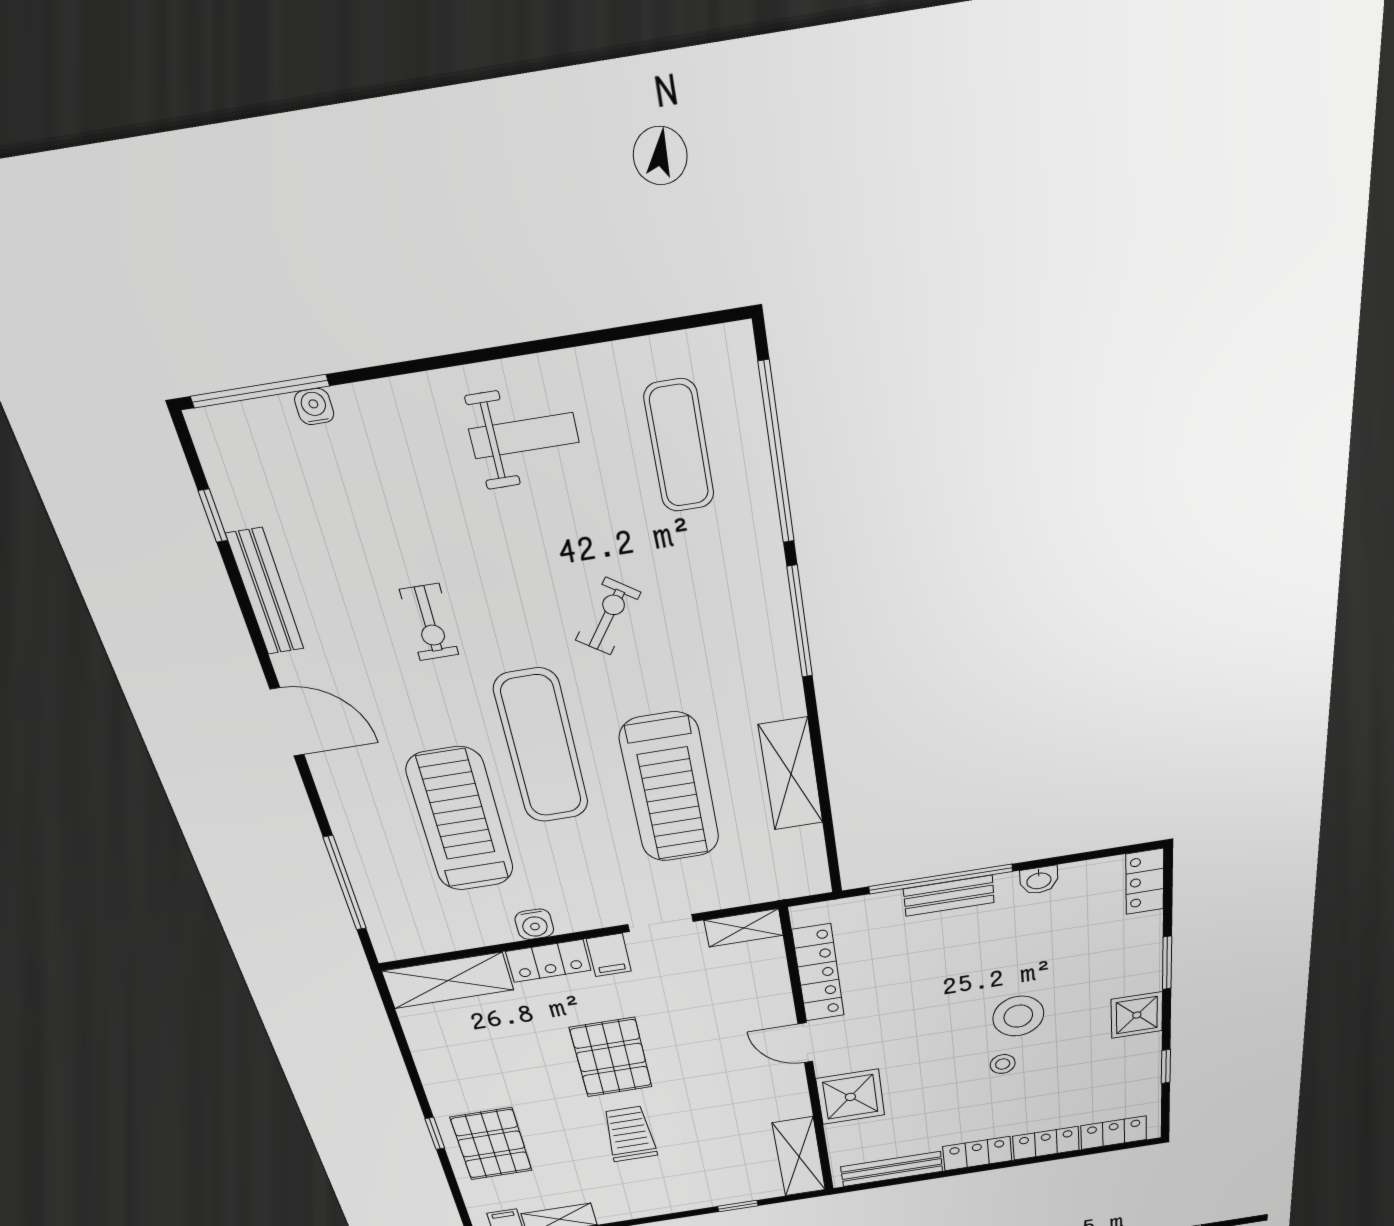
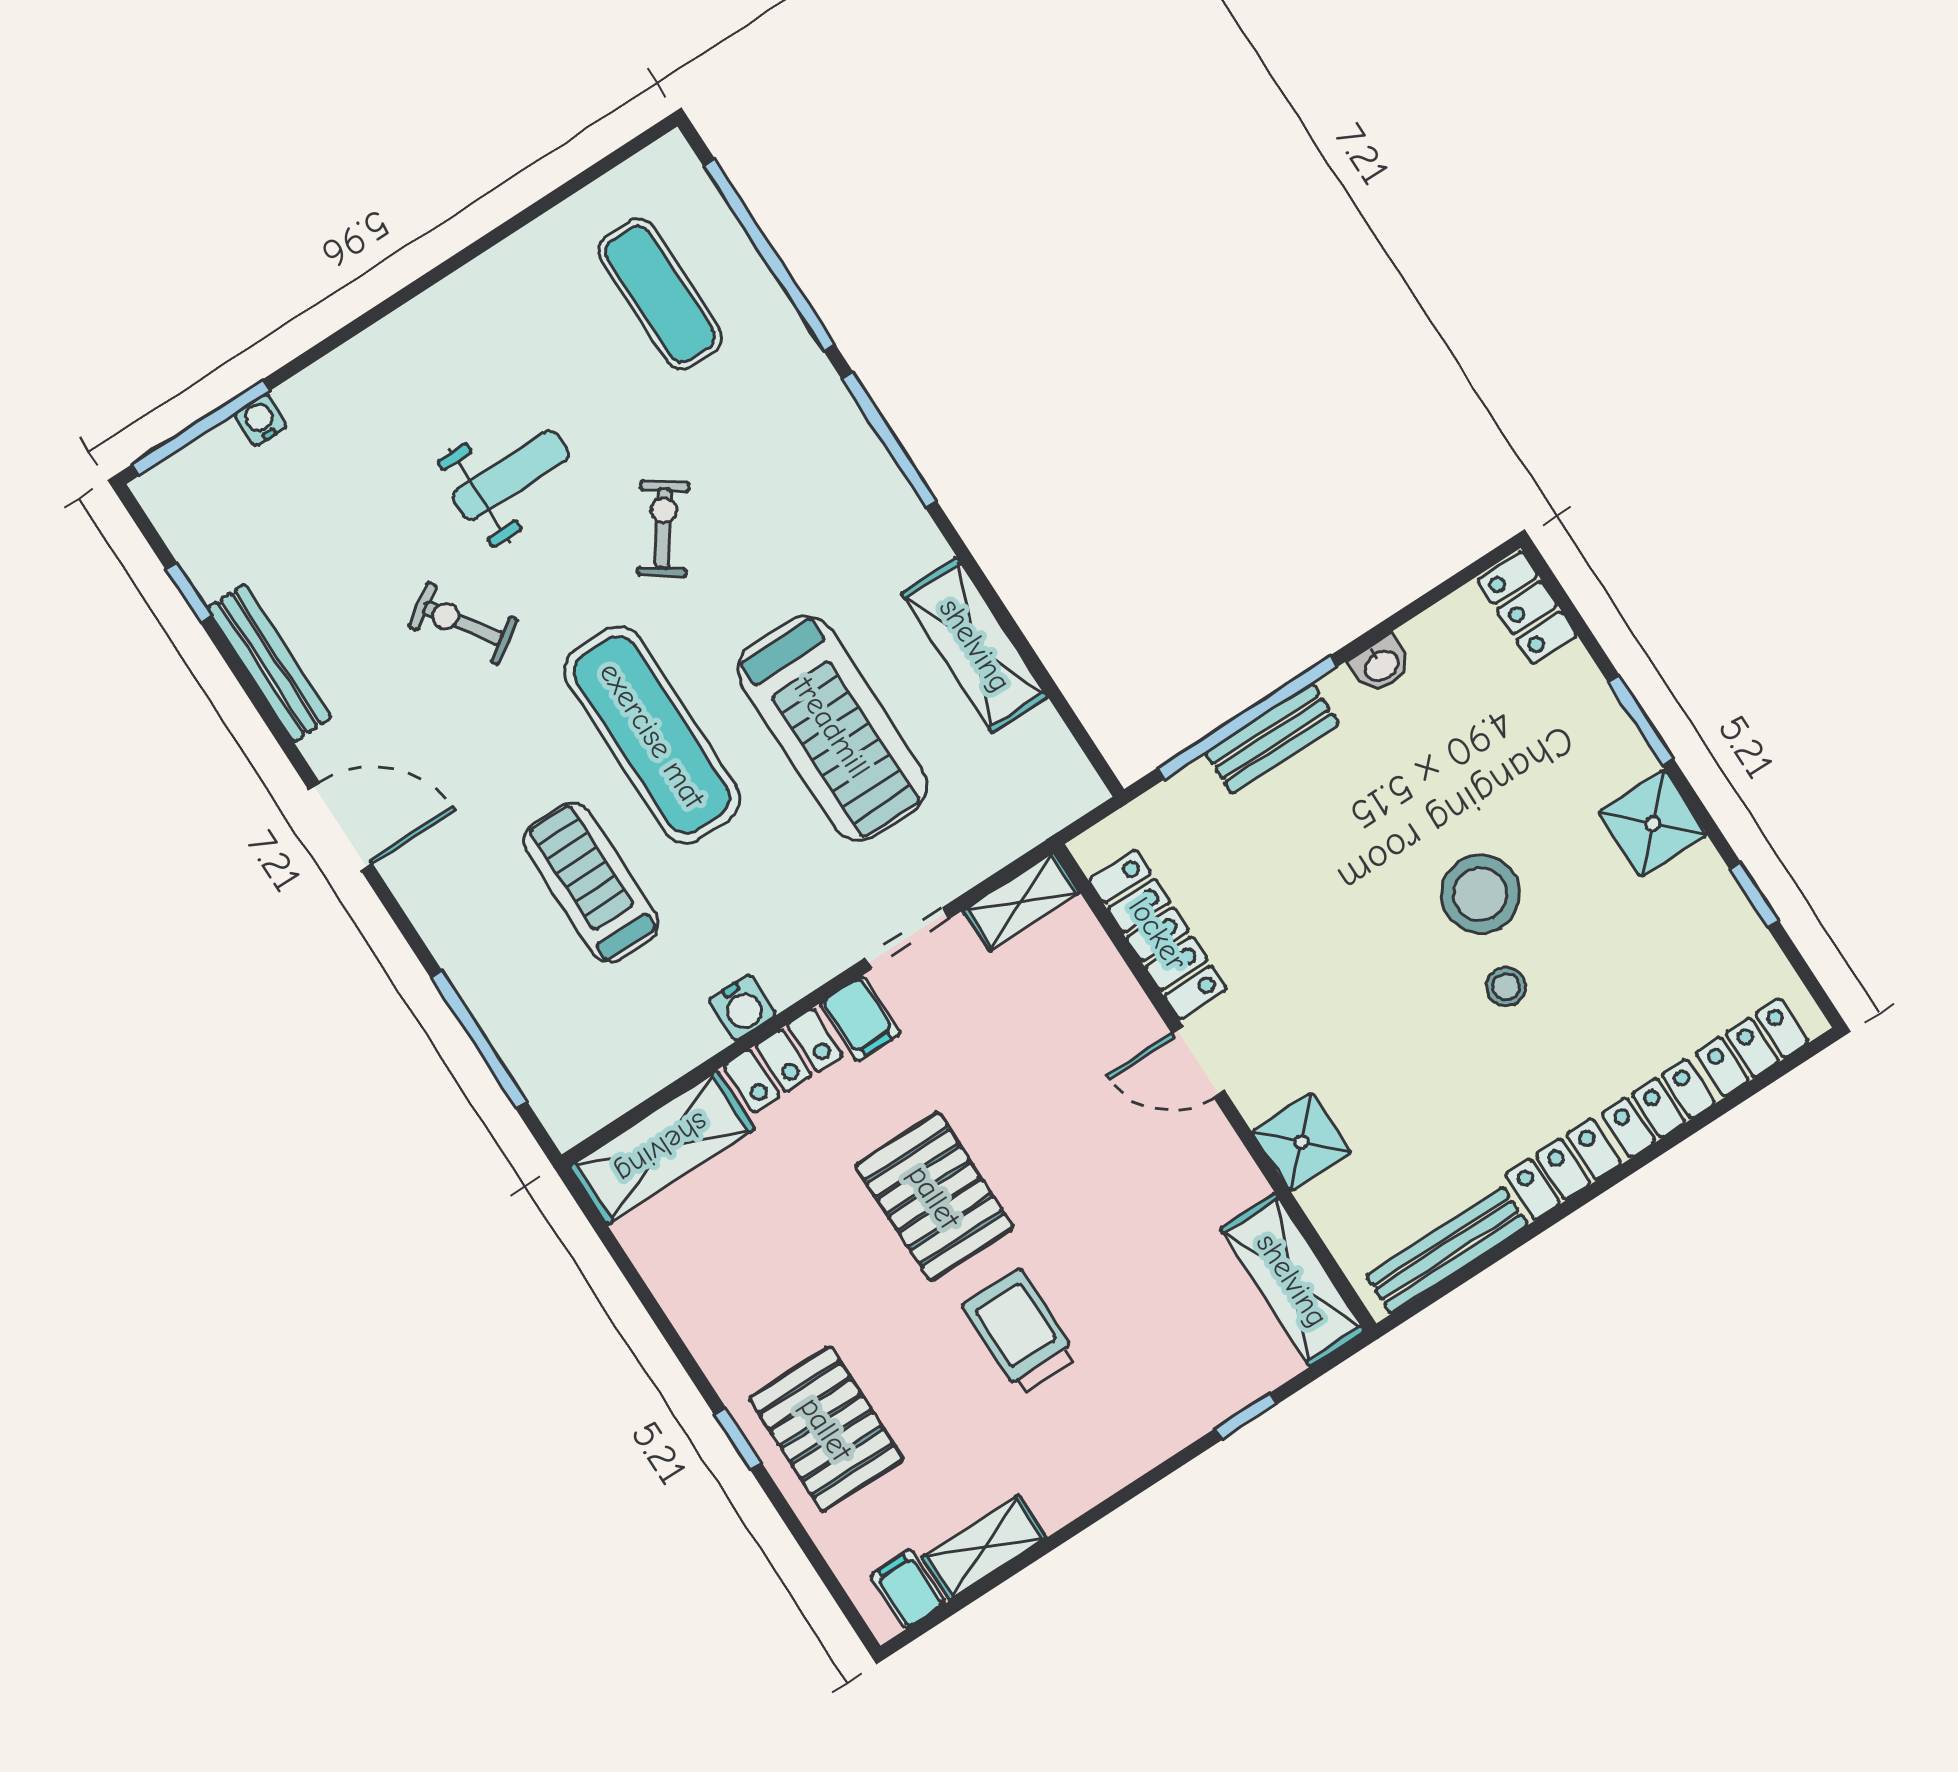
weight bench: (524, 436) -> (511, 475), moved
exercise bike: (429, 622) -> (463, 623), turned 146
treadmill: (460, 820) -> (591, 882), width x0.73, depth x0.73
shower: (850, 1097) -> (1301, 1142), width x0.73, depth x0.73

